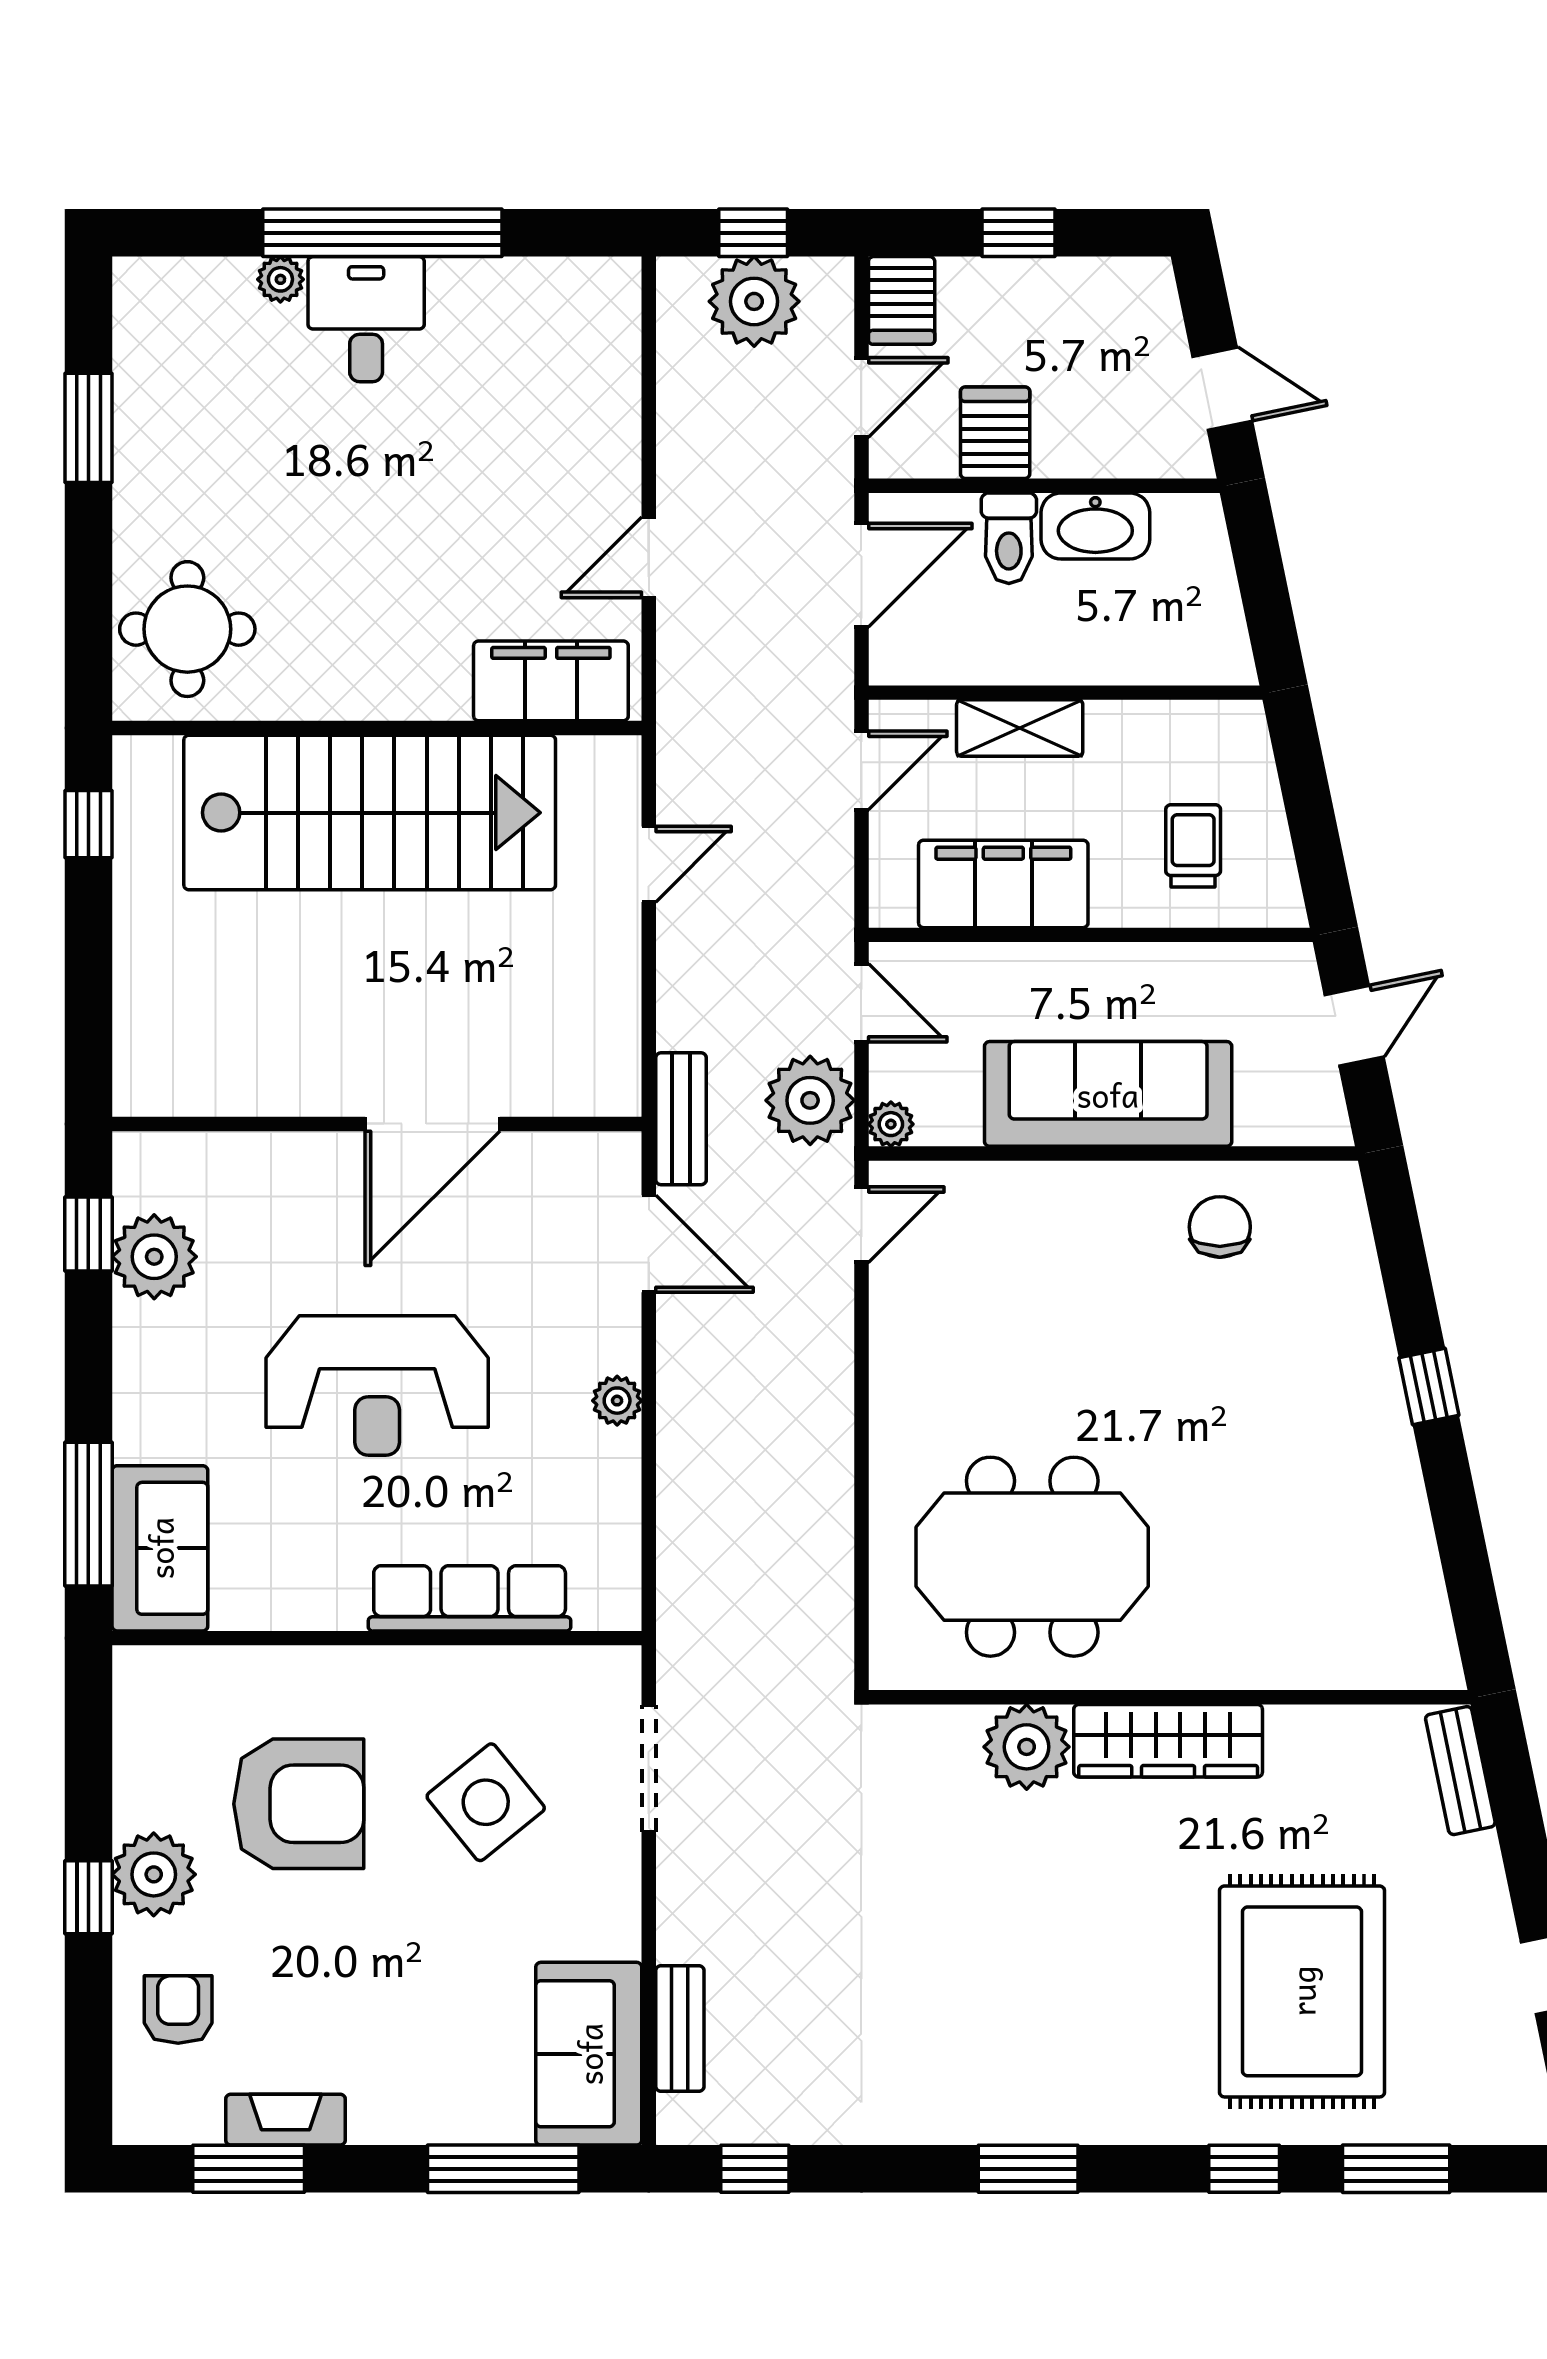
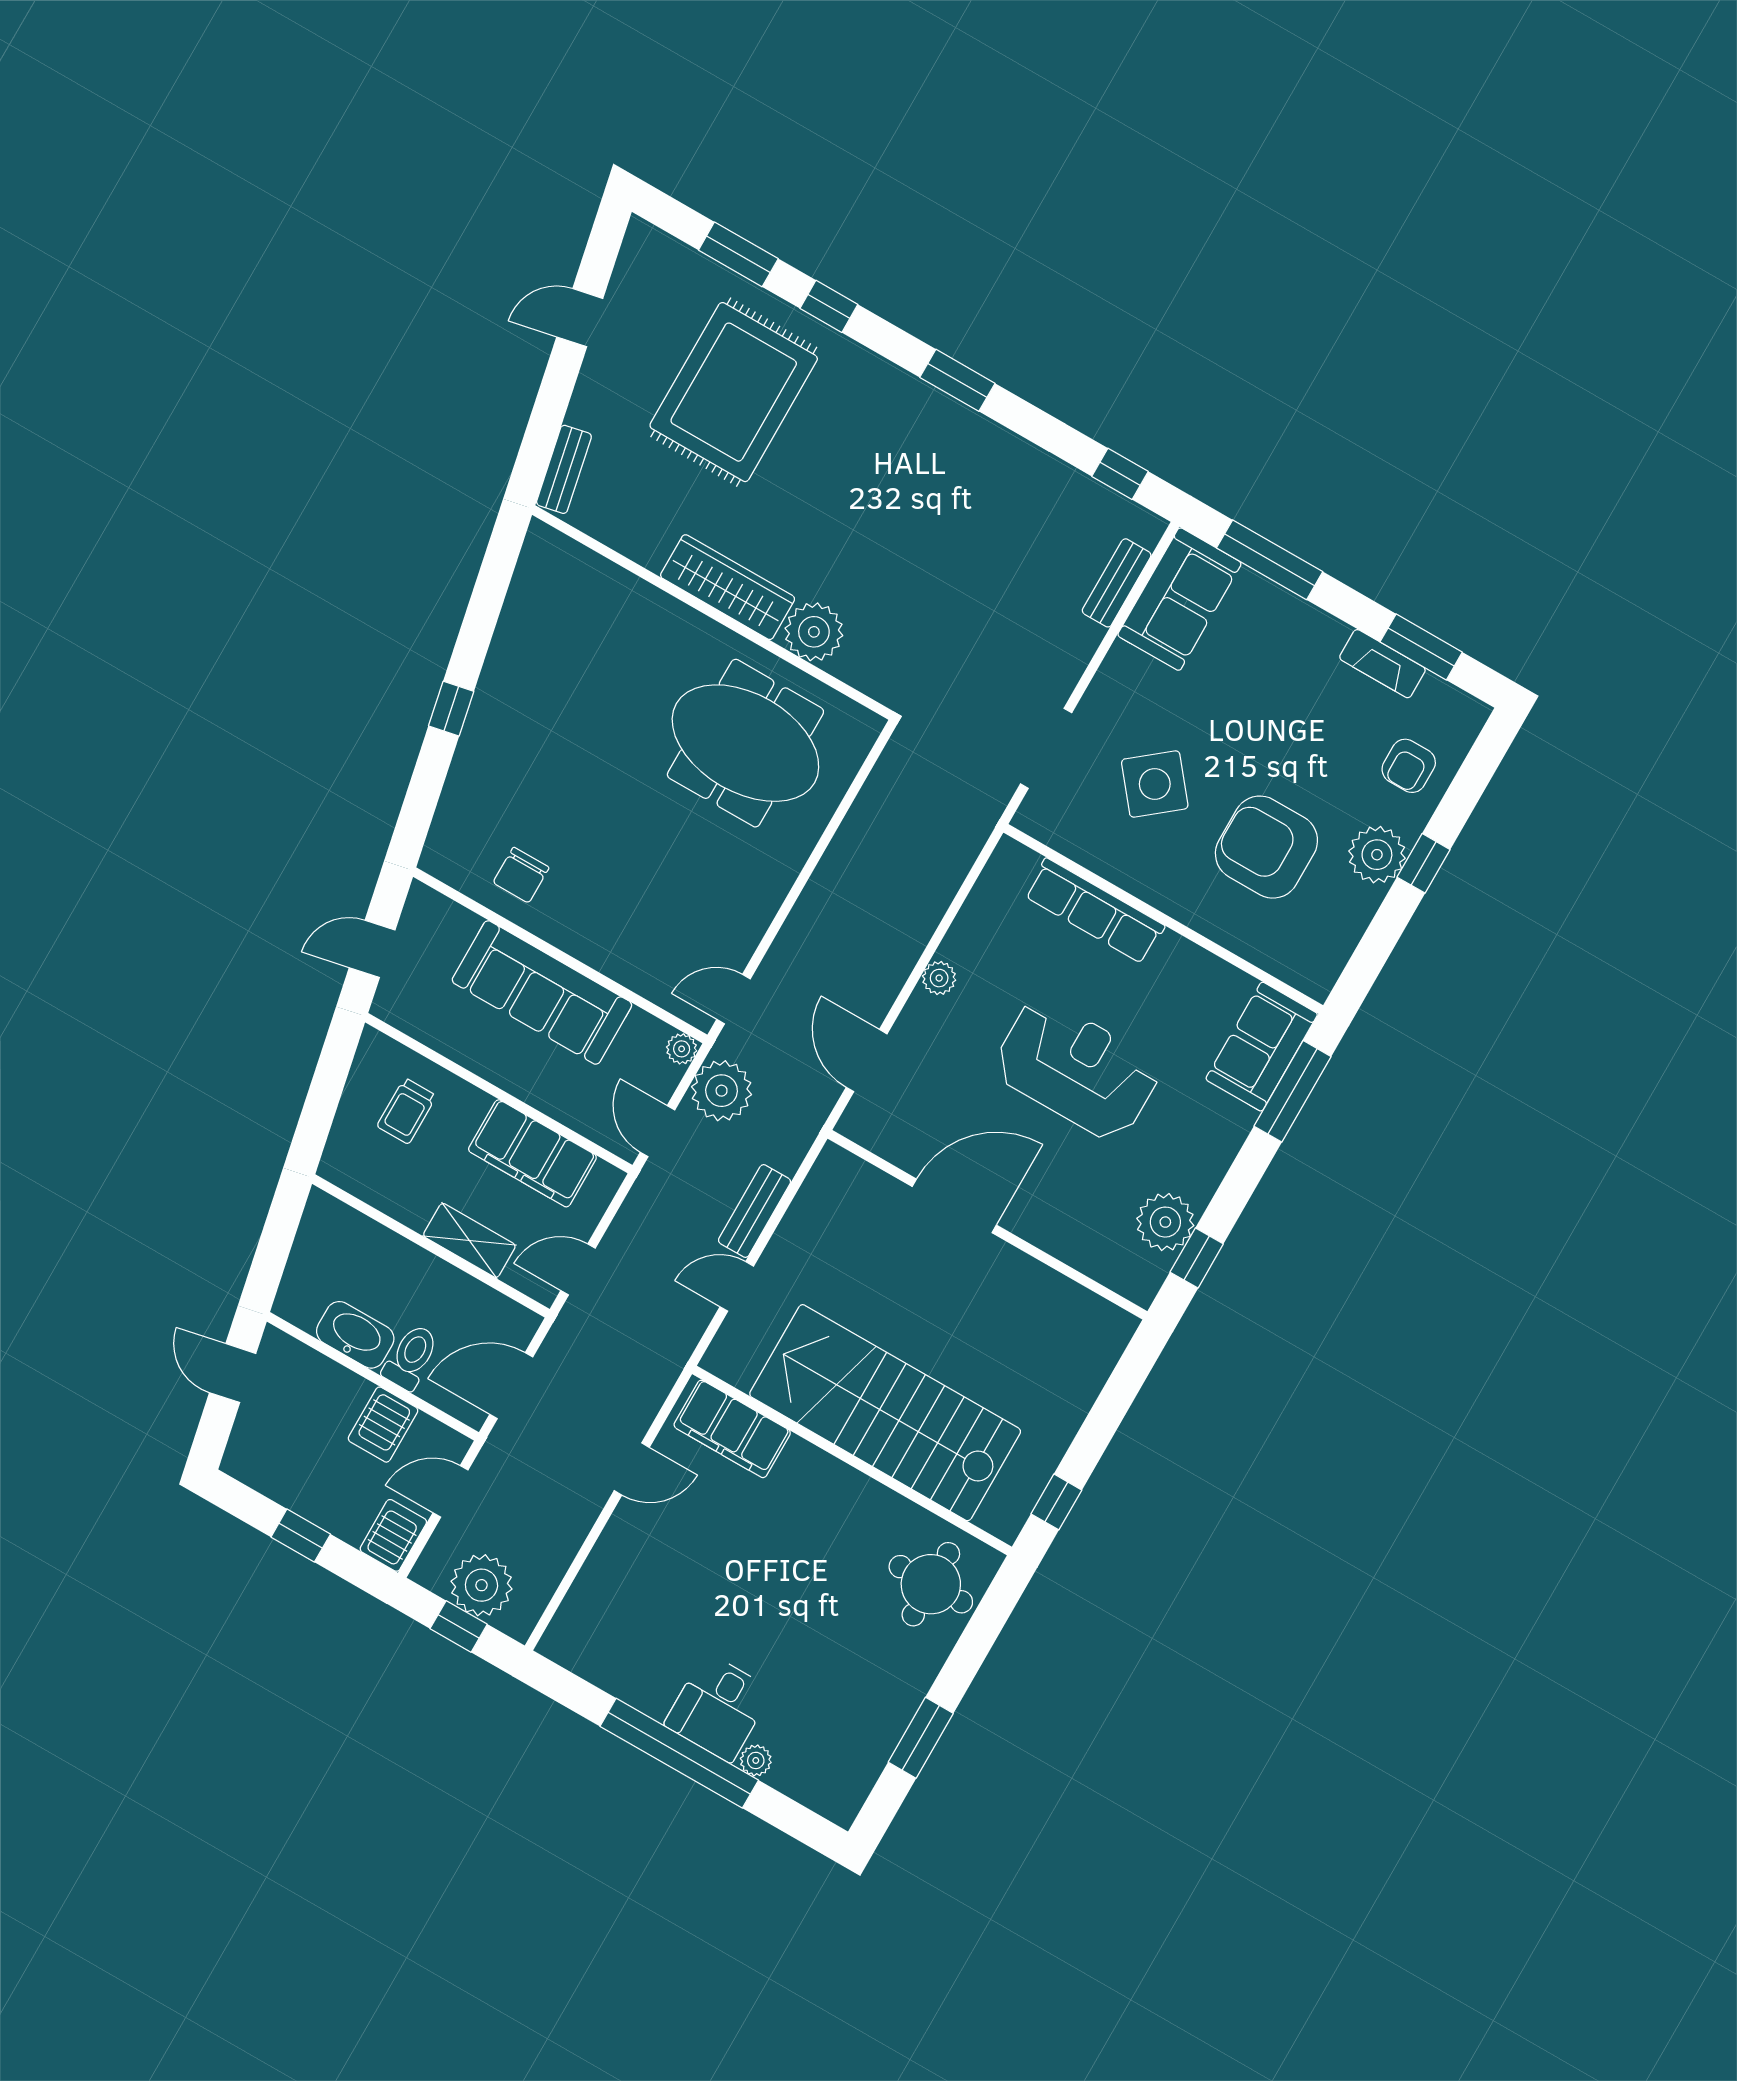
bench: (681, 1119) -> (755, 1211), moved

